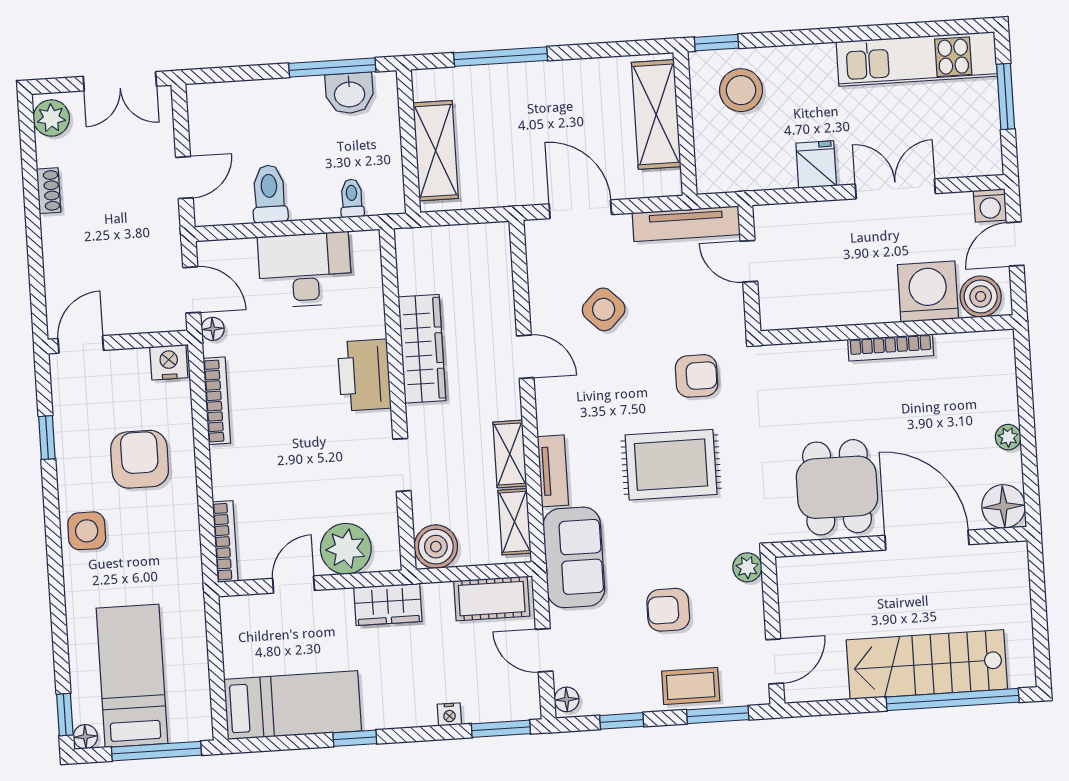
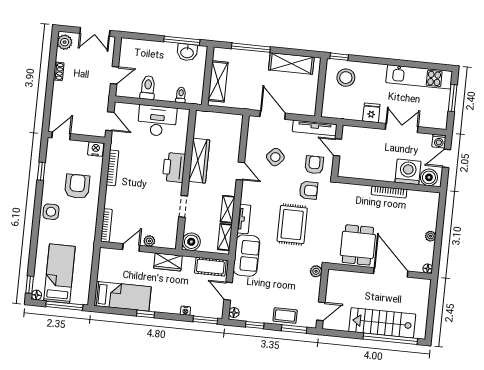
shelving: (656, 114) -> (291, 63), moved, turned 90
floor lamp: (213, 329) -> (116, 138), removed
rug: (671, 465) -> (292, 225), turned 90
floor lamp: (1004, 506) -> (428, 269), width x0.53, depth x0.53
plant: (346, 549) -> (149, 241), width x0.53, depth x0.53
armchair: (668, 610) -> (314, 165), moved, turned 90

